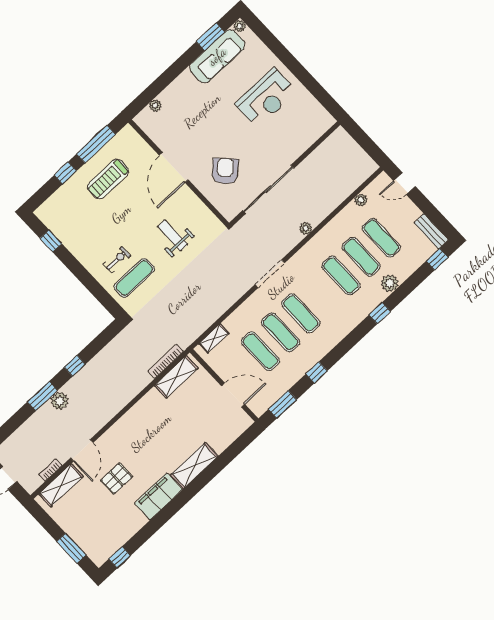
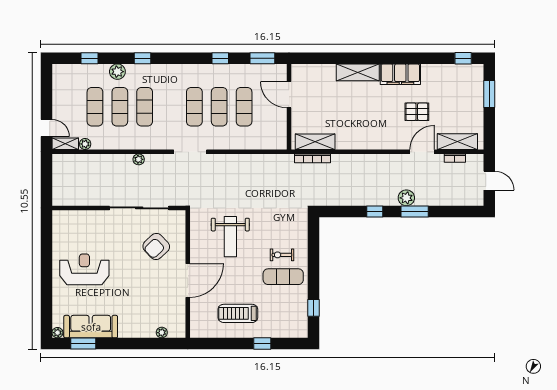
window: (96, 144) -> (224, 344), removed
treadmill: (108, 179) -> (238, 313), turned 180
bench: (431, 231) -> (58, 80), removed
weight bench: (173, 235) -> (230, 237), width x1.36, depth x1.33
window: (437, 259) -> (90, 58), moved
exercise mat: (134, 278) -> (283, 277), moved
shelving: (214, 338) -> (65, 144), moved

